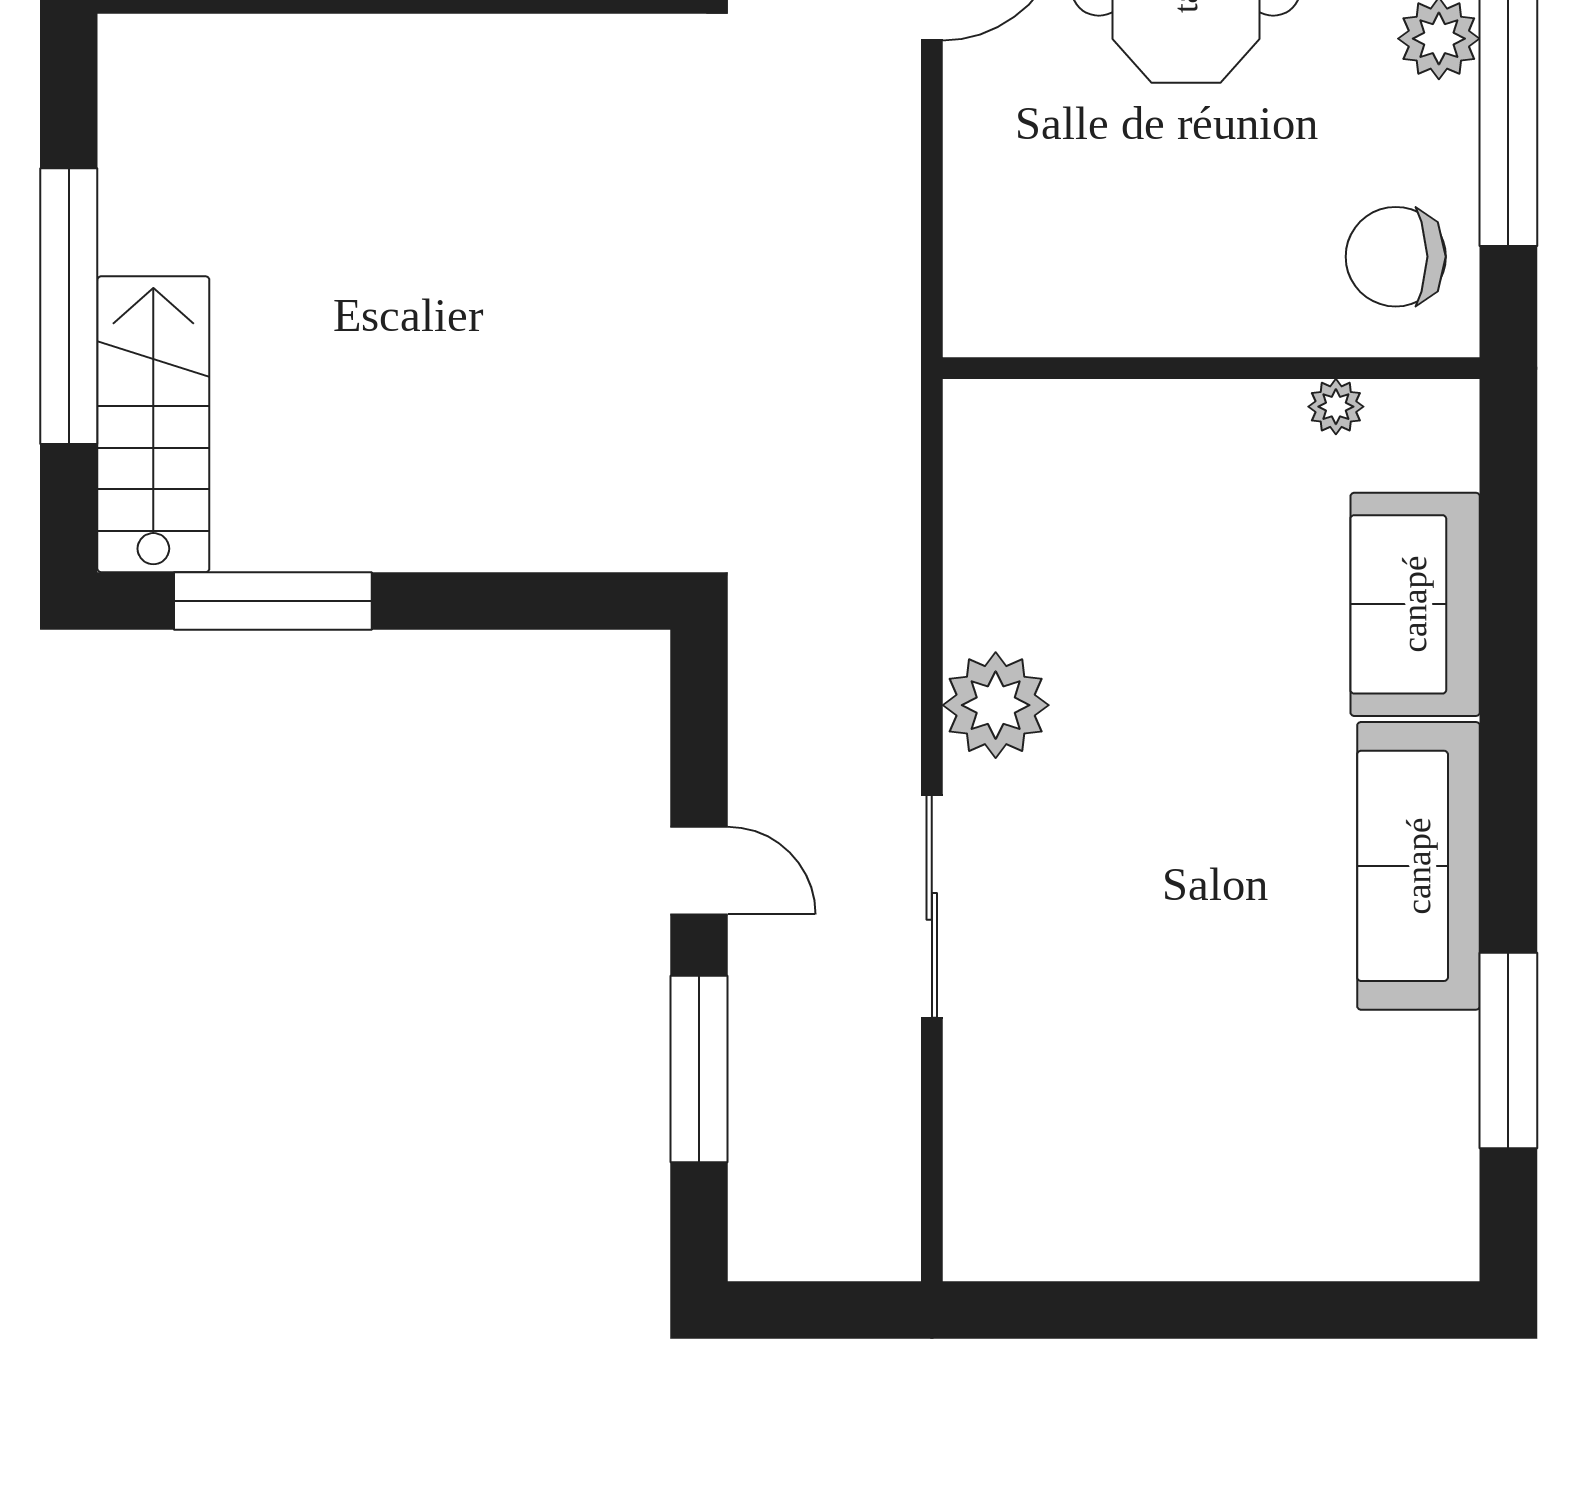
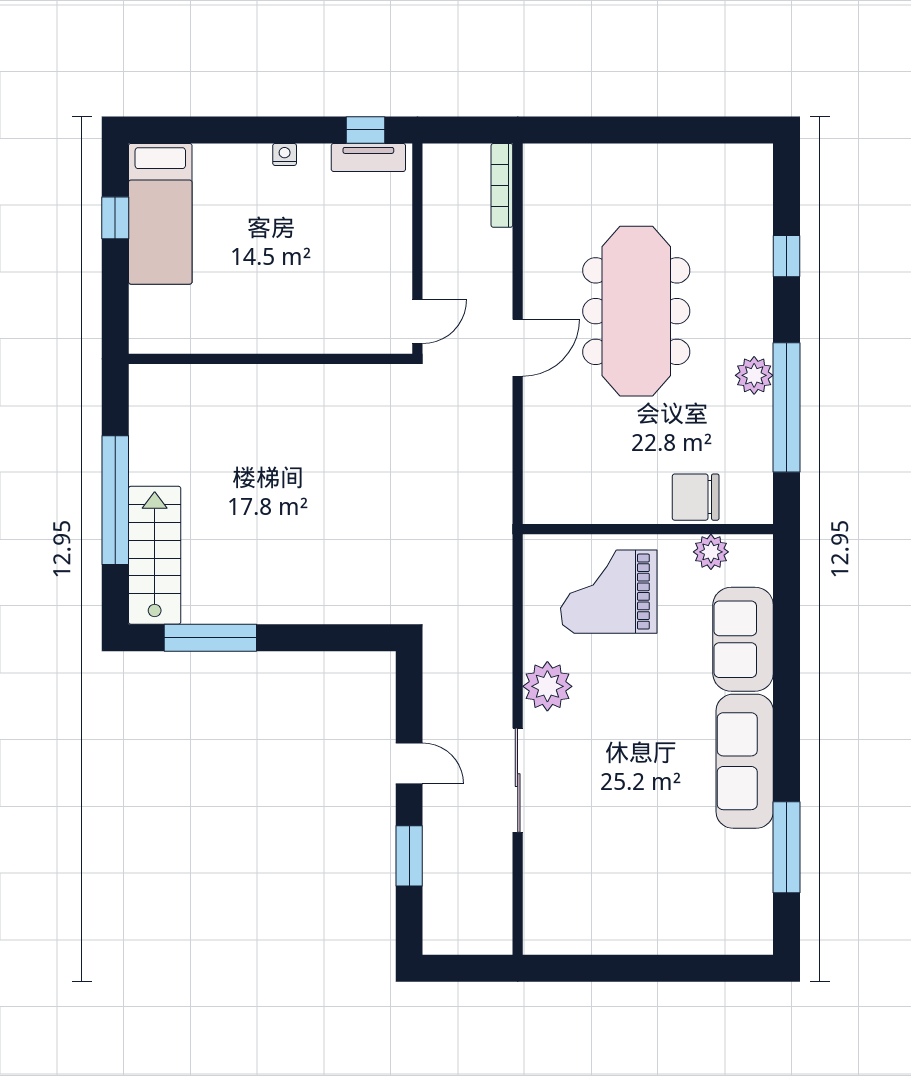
chair: (1396, 257) -> (696, 497), moved
plant: (1336, 407) -> (711, 552), width x1.38, depth x1.38
grand piano: (1127, 502) -> (609, 592), added
window: (699, 1069) -> (409, 856), width x0.69

